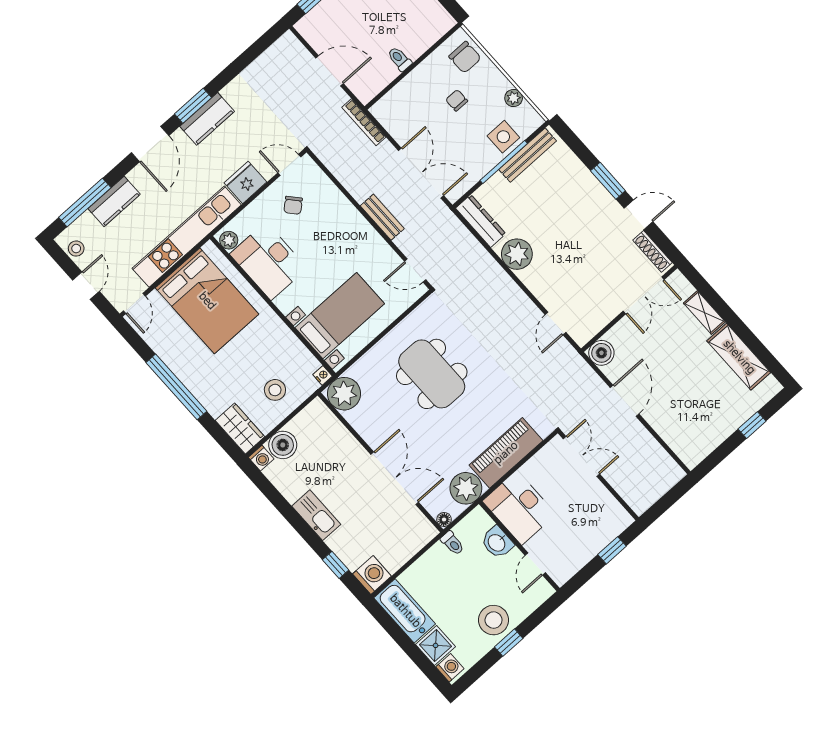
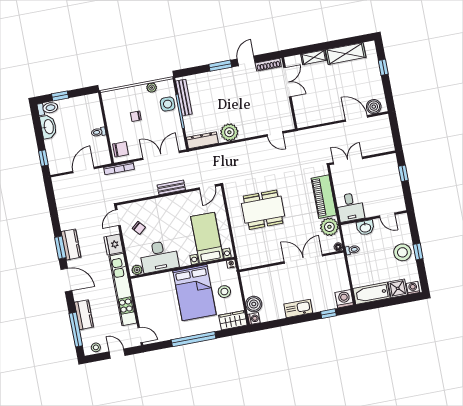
chair: (465, 57) -> (121, 149), moved
bed: (207, 301) -> (195, 293), moved, turned 90
boiler: (601, 353) -> (374, 107), moved
plant: (344, 394) -> (247, 259), removed
door: (625, 401) -> (356, 118), moved
desk: (519, 508) -> (350, 207), width x0.73

